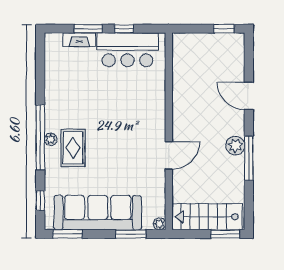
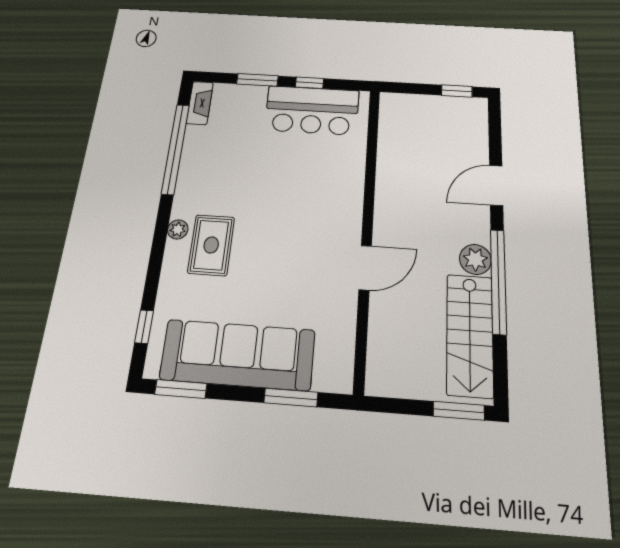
fireplace: (79, 40) -> (200, 103), moved, turned -90
door: (249, 96) -> (496, 185), hinge flipped
window: (40, 137) -> (175, 149), moved
window: (249, 158) -> (498, 281), width x1.46
stairs: (207, 217) -> (470, 335), moved, turned -90
plant: (159, 224) -> (343, 383), removed

